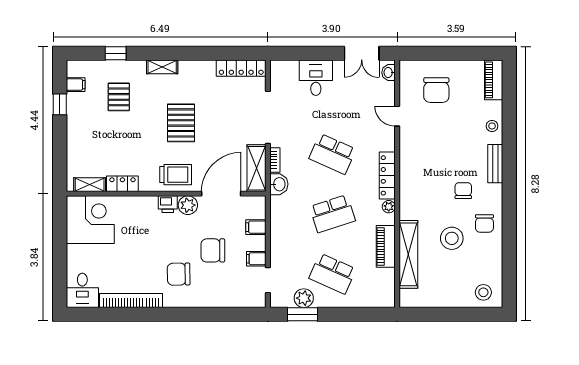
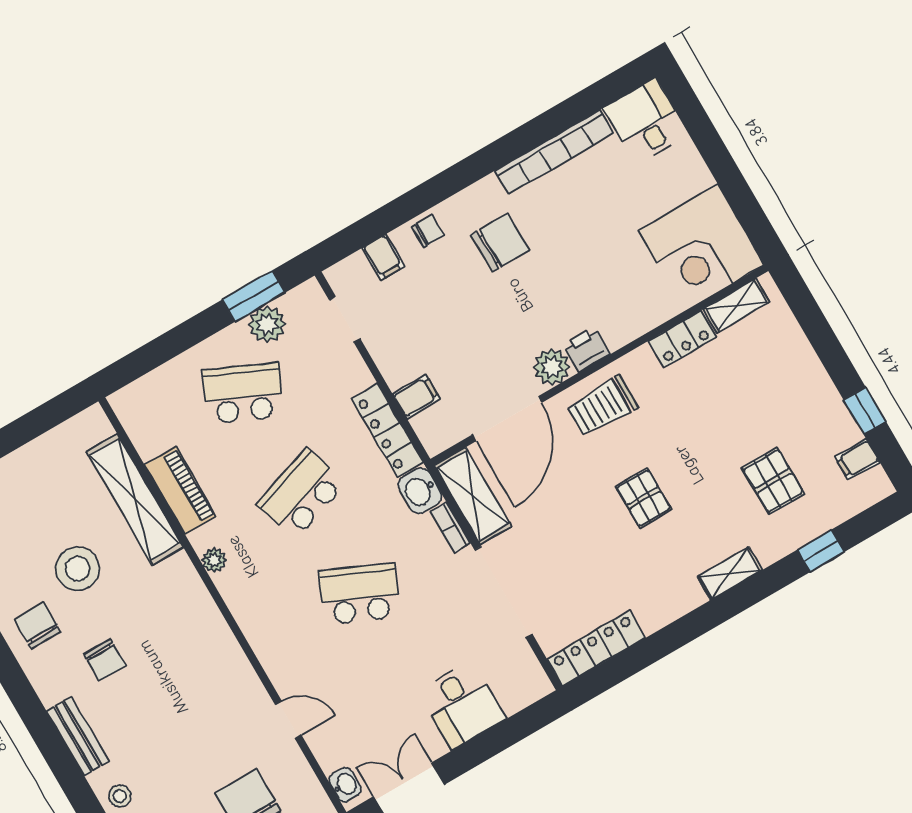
pallet: (181, 123) -> (644, 498), width x0.67, depth x0.71
locker: (387, 175) -> (387, 430), moved, turned 180
chair: (213, 250) -> (428, 231), moved, width x0.54, depth x0.54
filing cabinet: (256, 259) -> (383, 257), moved, turned 90

